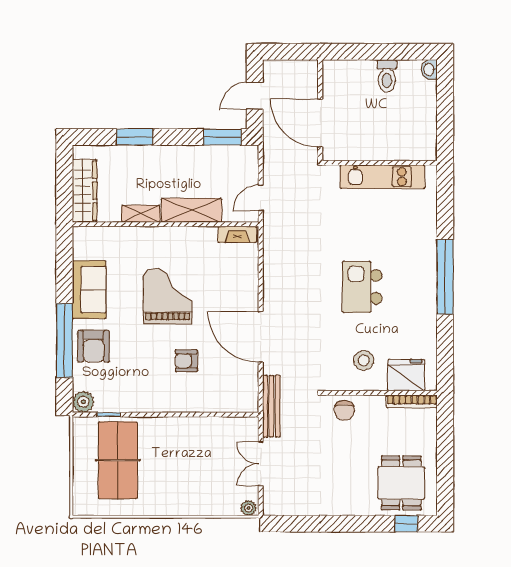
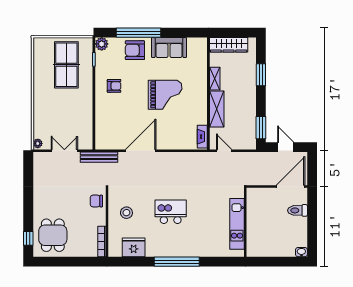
toilet: (387, 76) -> (298, 210), moved
door: (320, 123) -> (290, 186), moved
armchair: (186, 361) -> (114, 86), moved, turned 90
fridge: (406, 375) -> (134, 247), moved, turned -90
table tennis table: (118, 460) -> (66, 65), turned 90
dining table: (401, 483) -> (53, 235), turned 90

